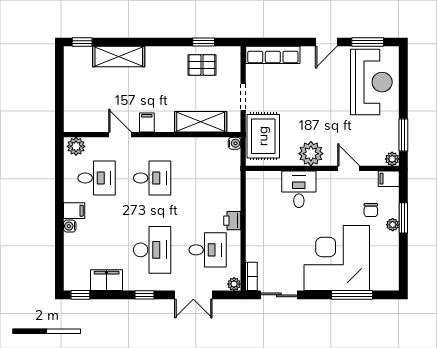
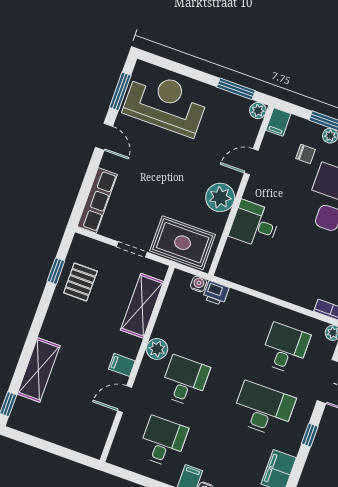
water cooler: (235, 143) -> (199, 284), moved
plant: (76, 146) -> (157, 349), moved
printer: (232, 221) -> (216, 293), moved

